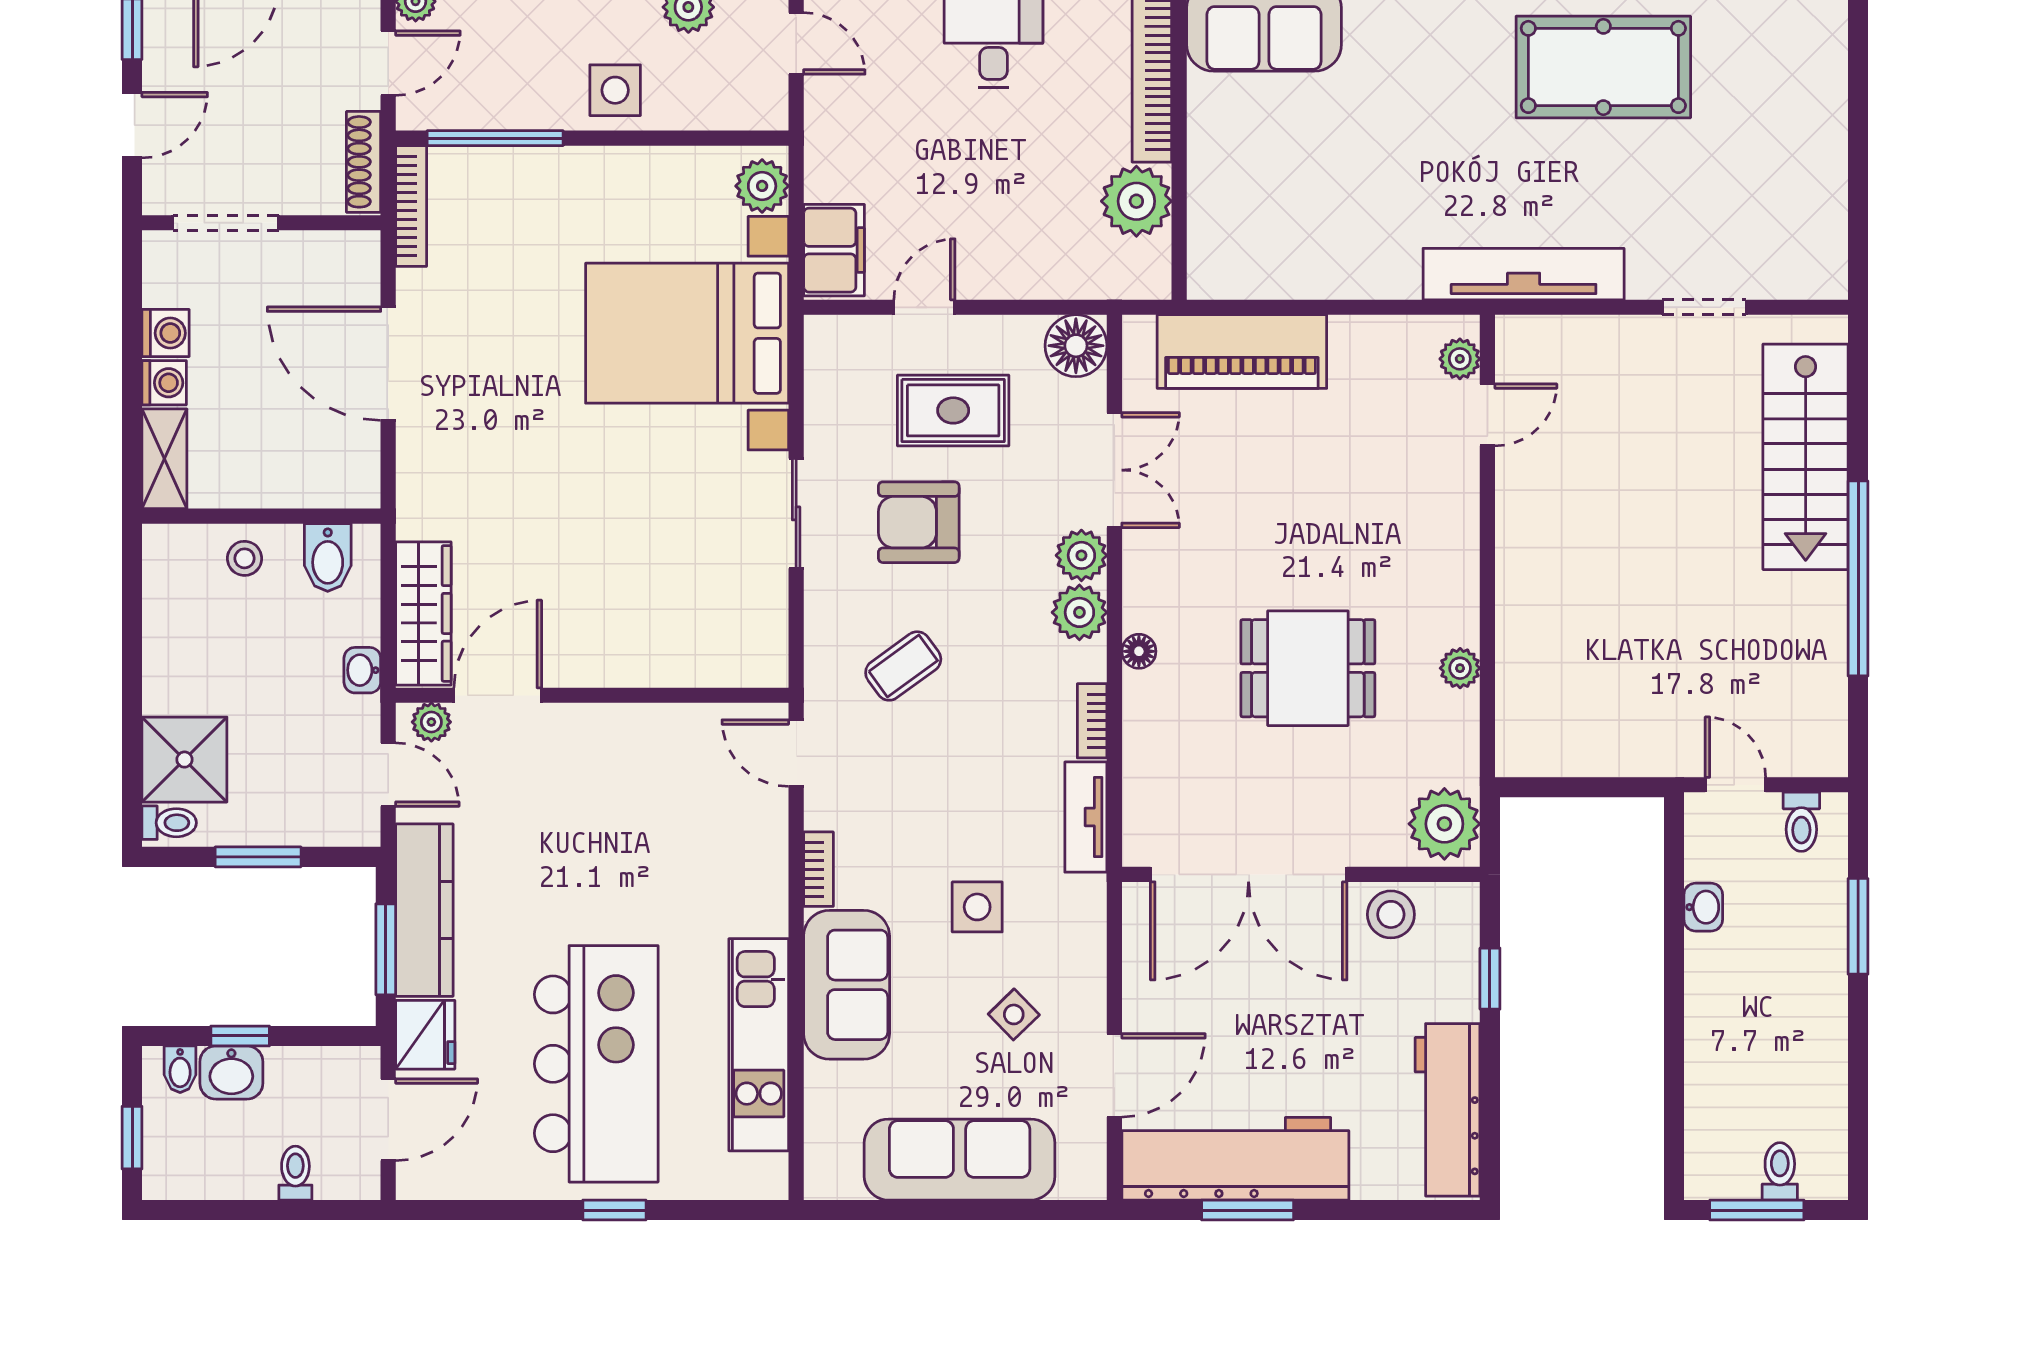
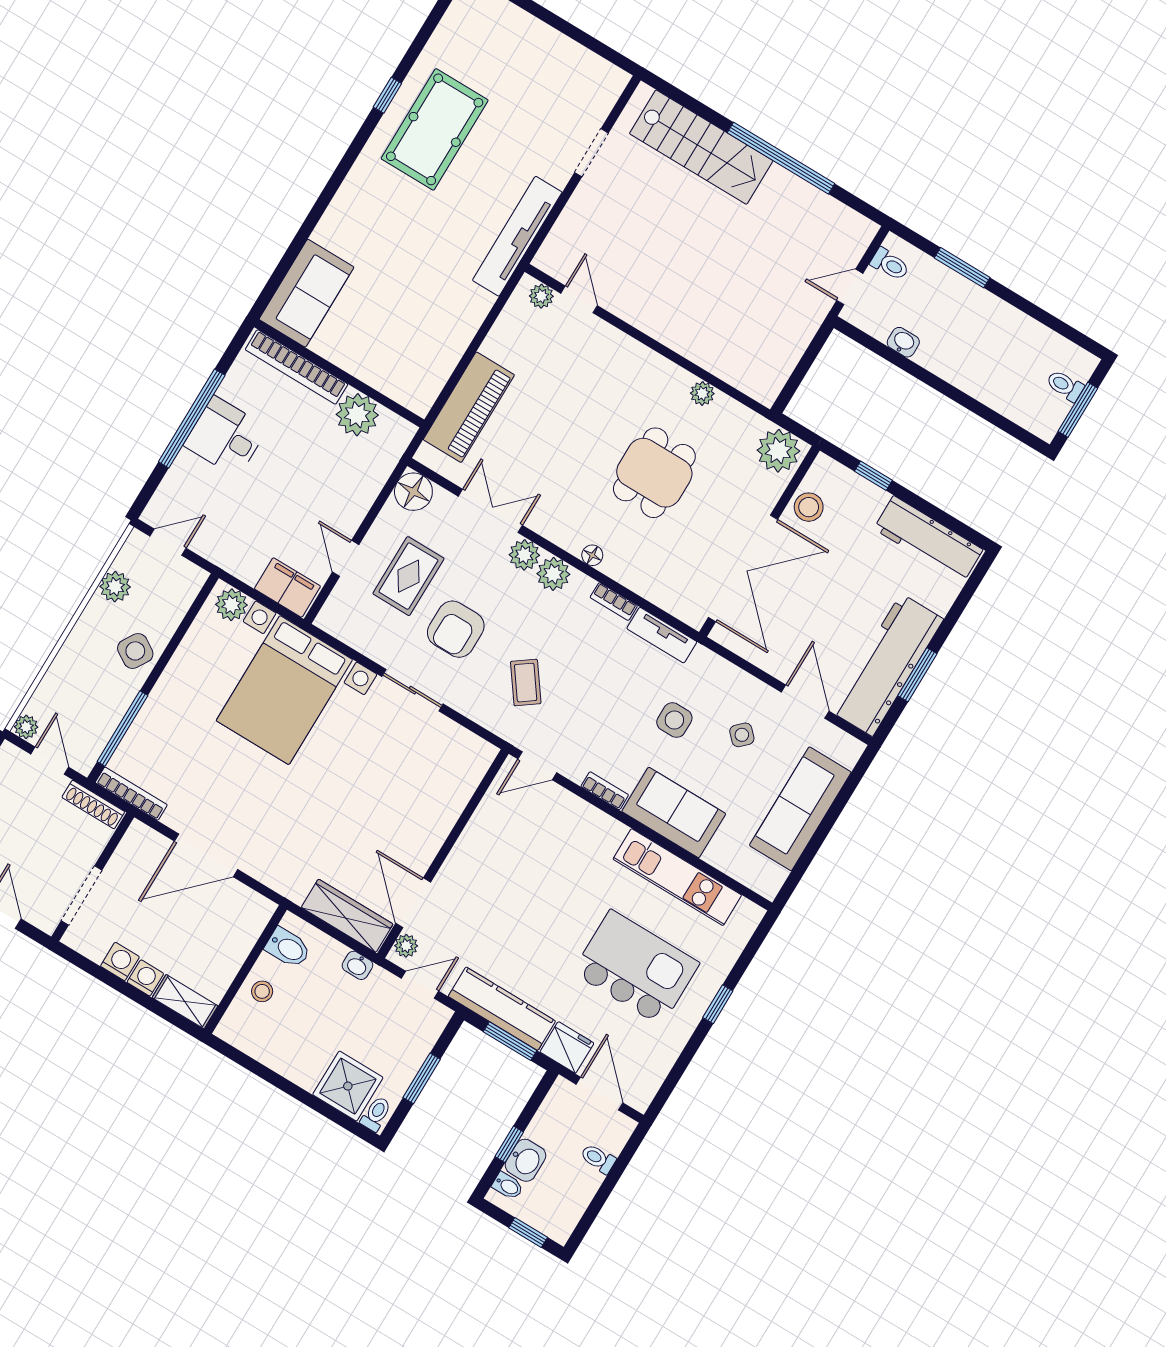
side table: (615, 90) -> (135, 651), turned 32
kitchen island: (596, 1064) -> (636, 968), width x0.73

